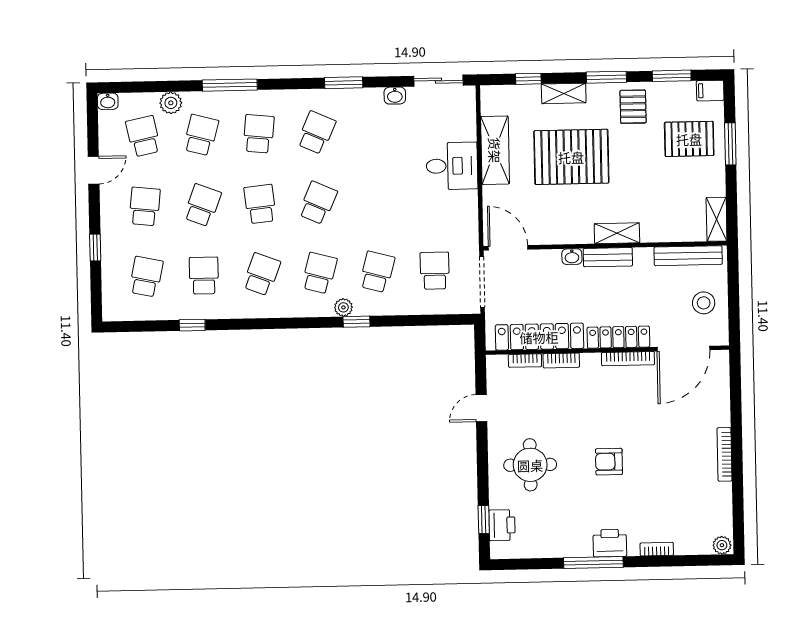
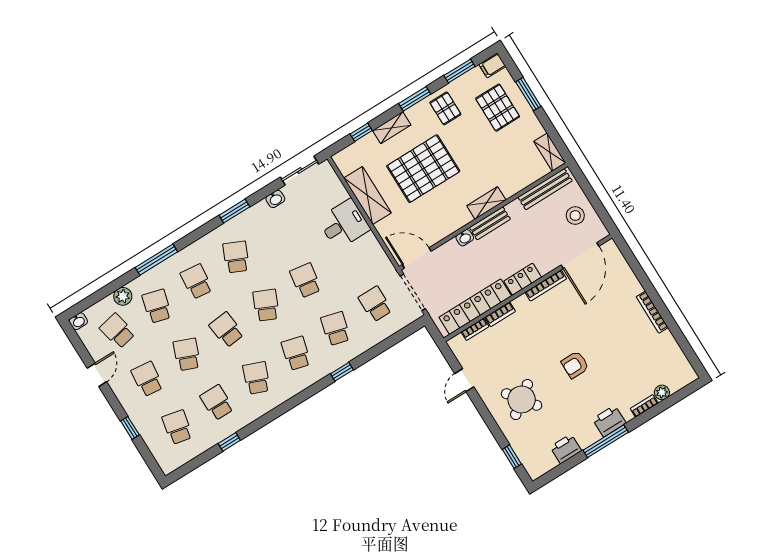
pallet: (689, 139) -> (498, 108), turned 90
school desk: (375, 202) -> (306, 281), added
plant: (343, 307) -> (327, 367), removed
locker: (618, 337) -> (523, 279), width x0.66
round table: (530, 465) -> (522, 399), turned -37
printer: (502, 525) -> (566, 449), moved, turned -90
plant: (722, 545) -> (662, 392), moved

